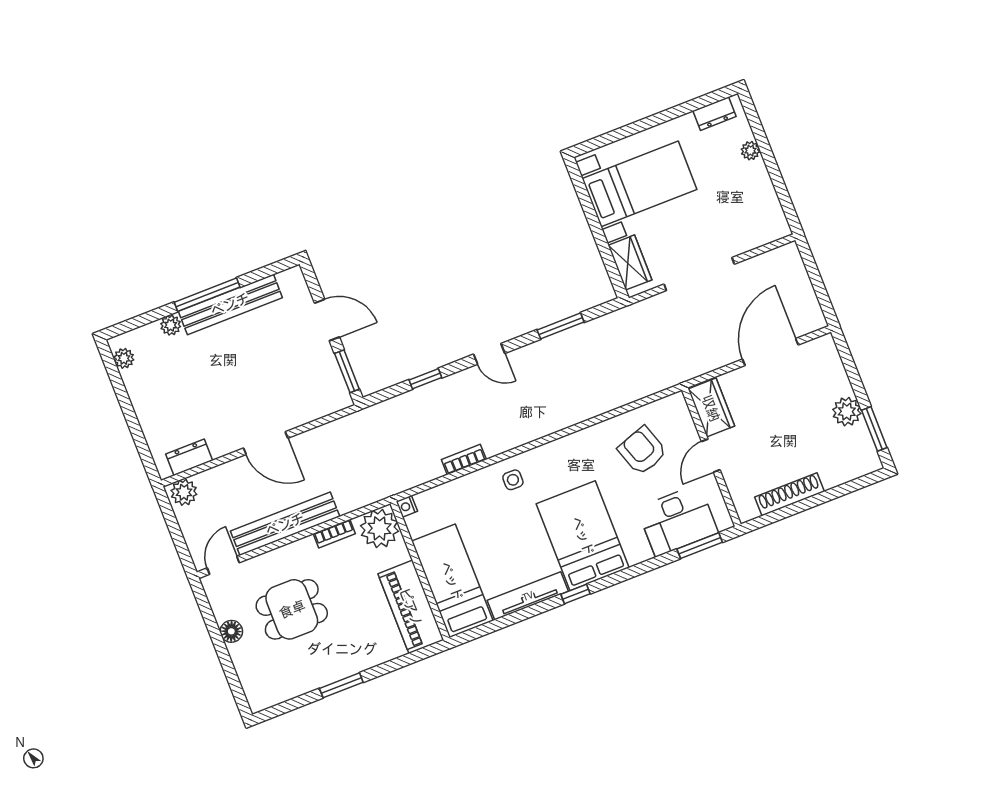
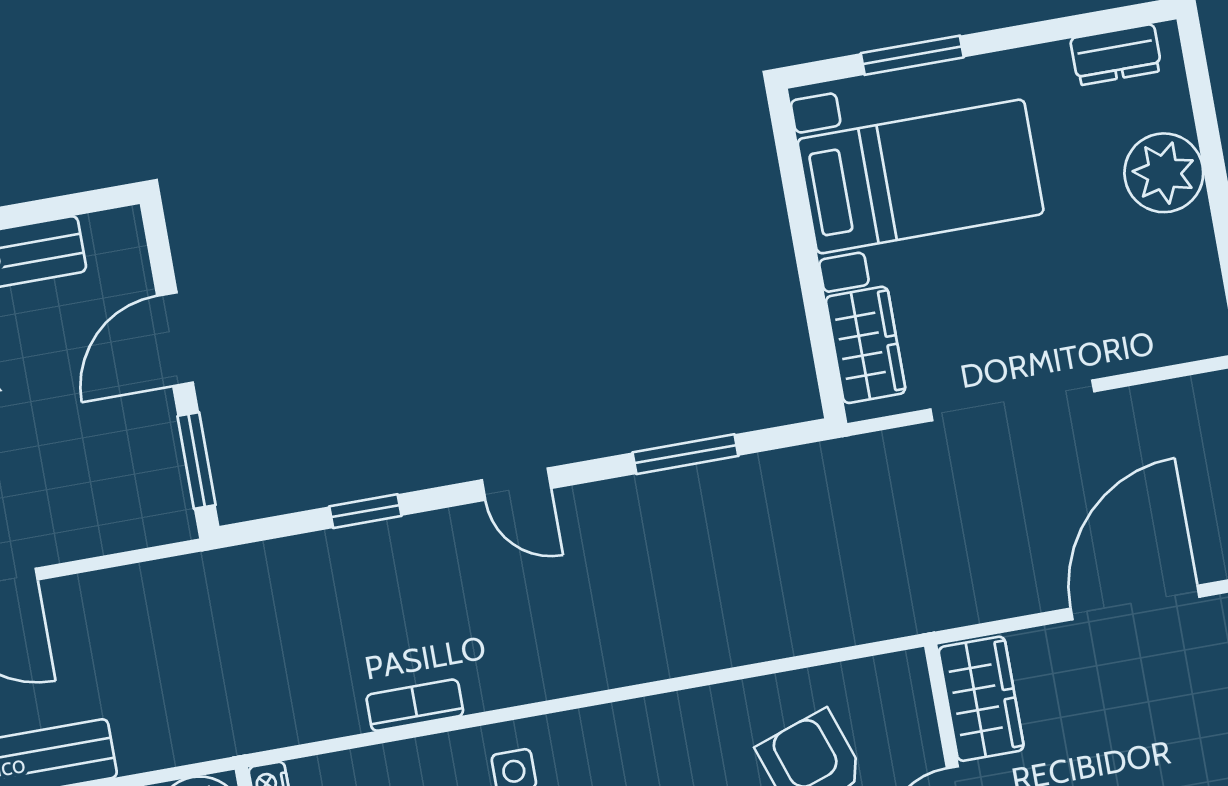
window: (625, 132) -> (912, 55), added
plant: (750, 151) -> (1164, 173), width x1.87, depth x1.87
door: (327, 320) -> (175, 339), swing flipped

